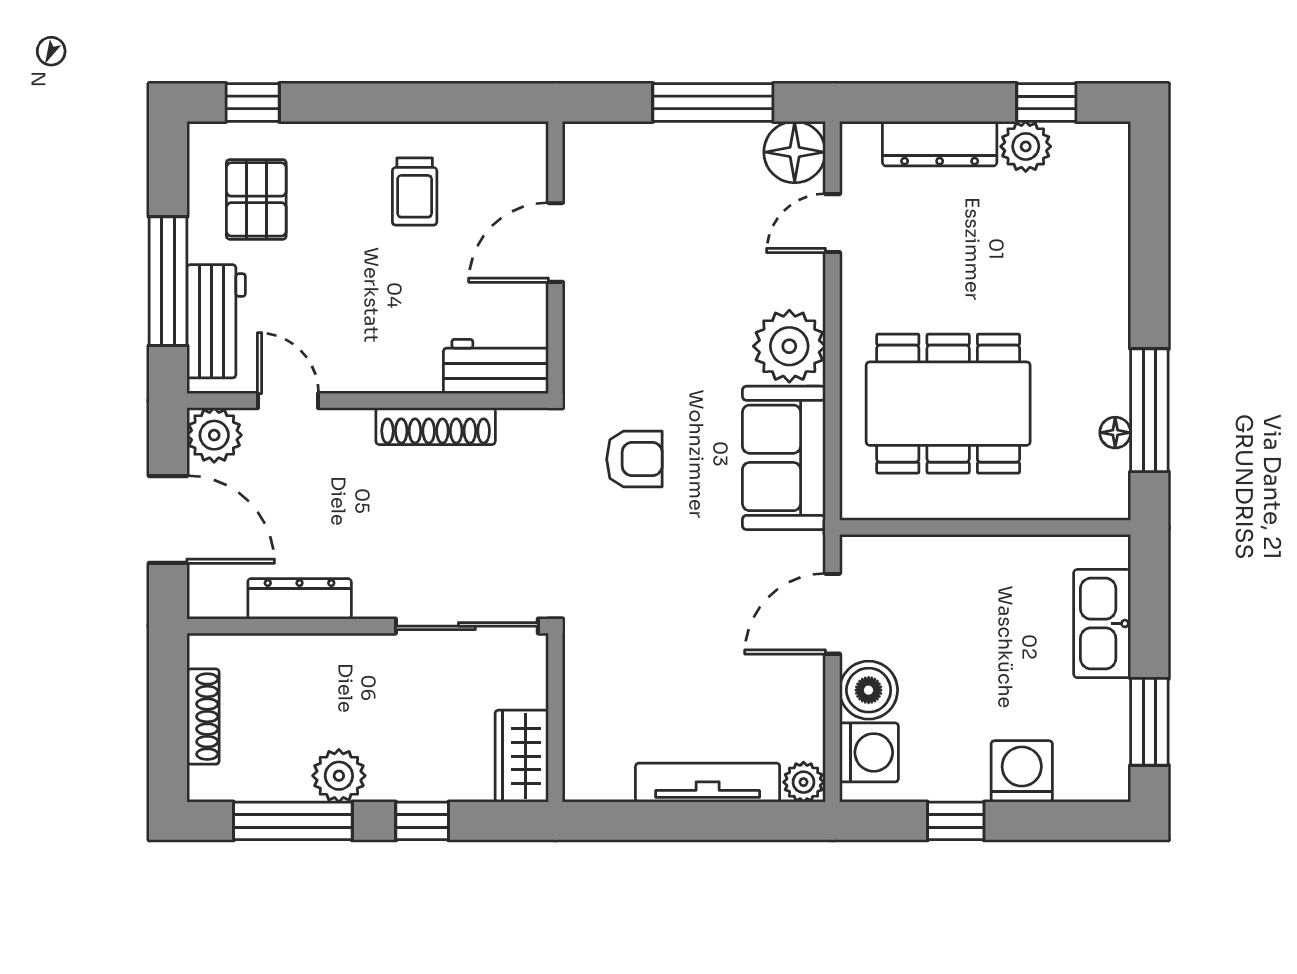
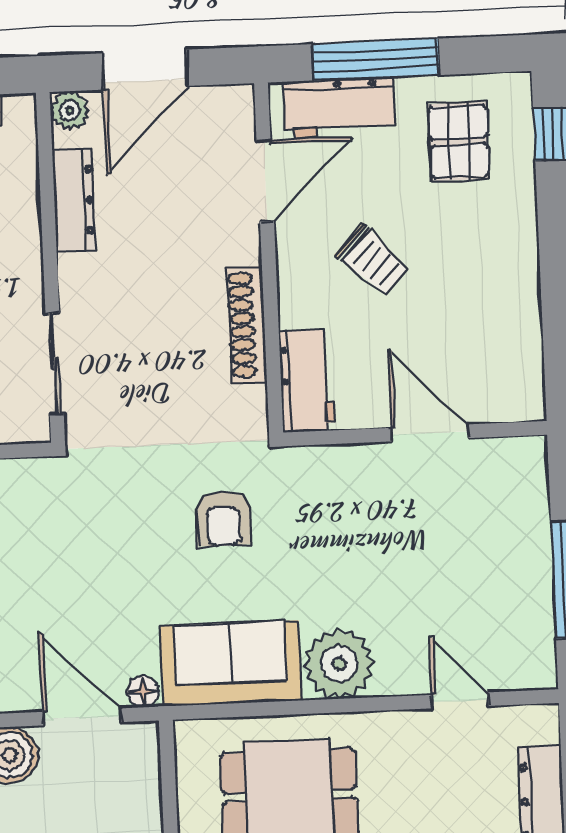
floor lamp: (795, 152) -> (143, 692), moved, width x0.53, depth x0.53
trolley: (415, 192) -> (373, 260), moved, turned -136
pallet: (256, 199) -> (459, 142), turned 90
door: (288, 401) -> (265, 181), width x1.38
plant: (214, 435) -> (70, 110), moved, width x0.73, depth x0.73
sliding door: (467, 626) -> (55, 363), width x0.73

